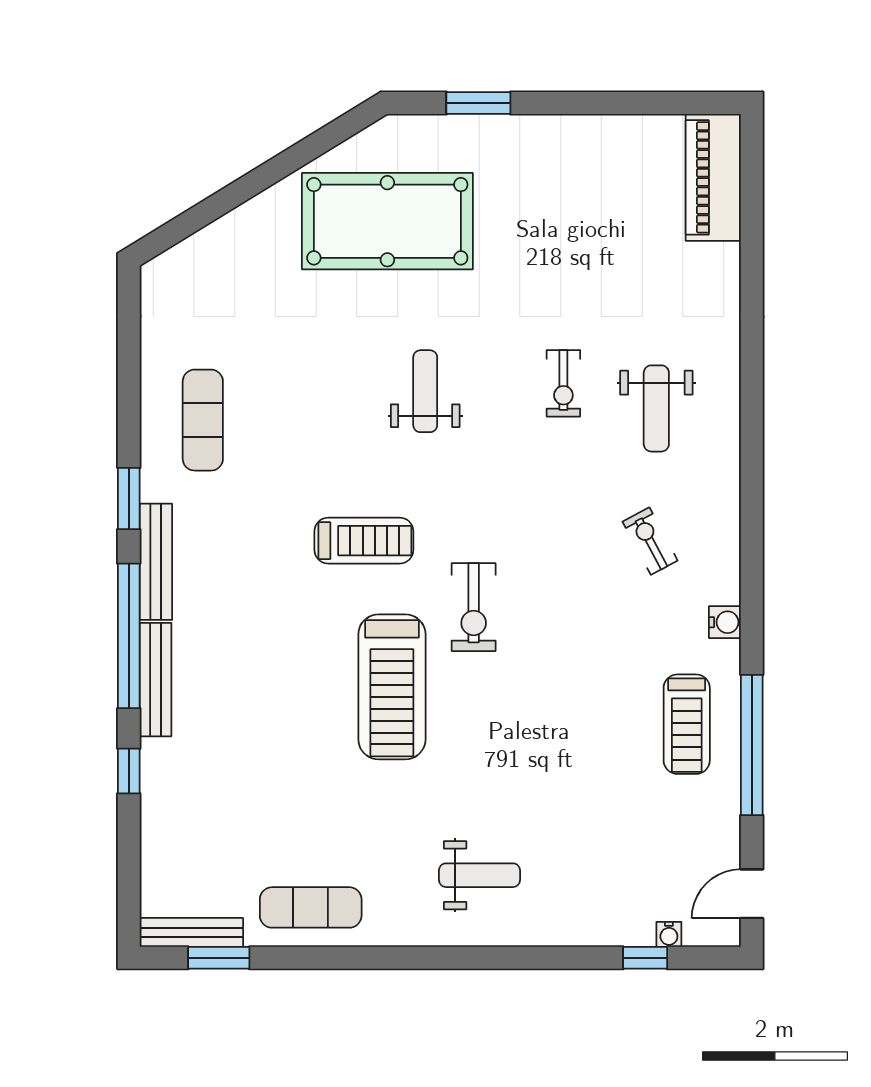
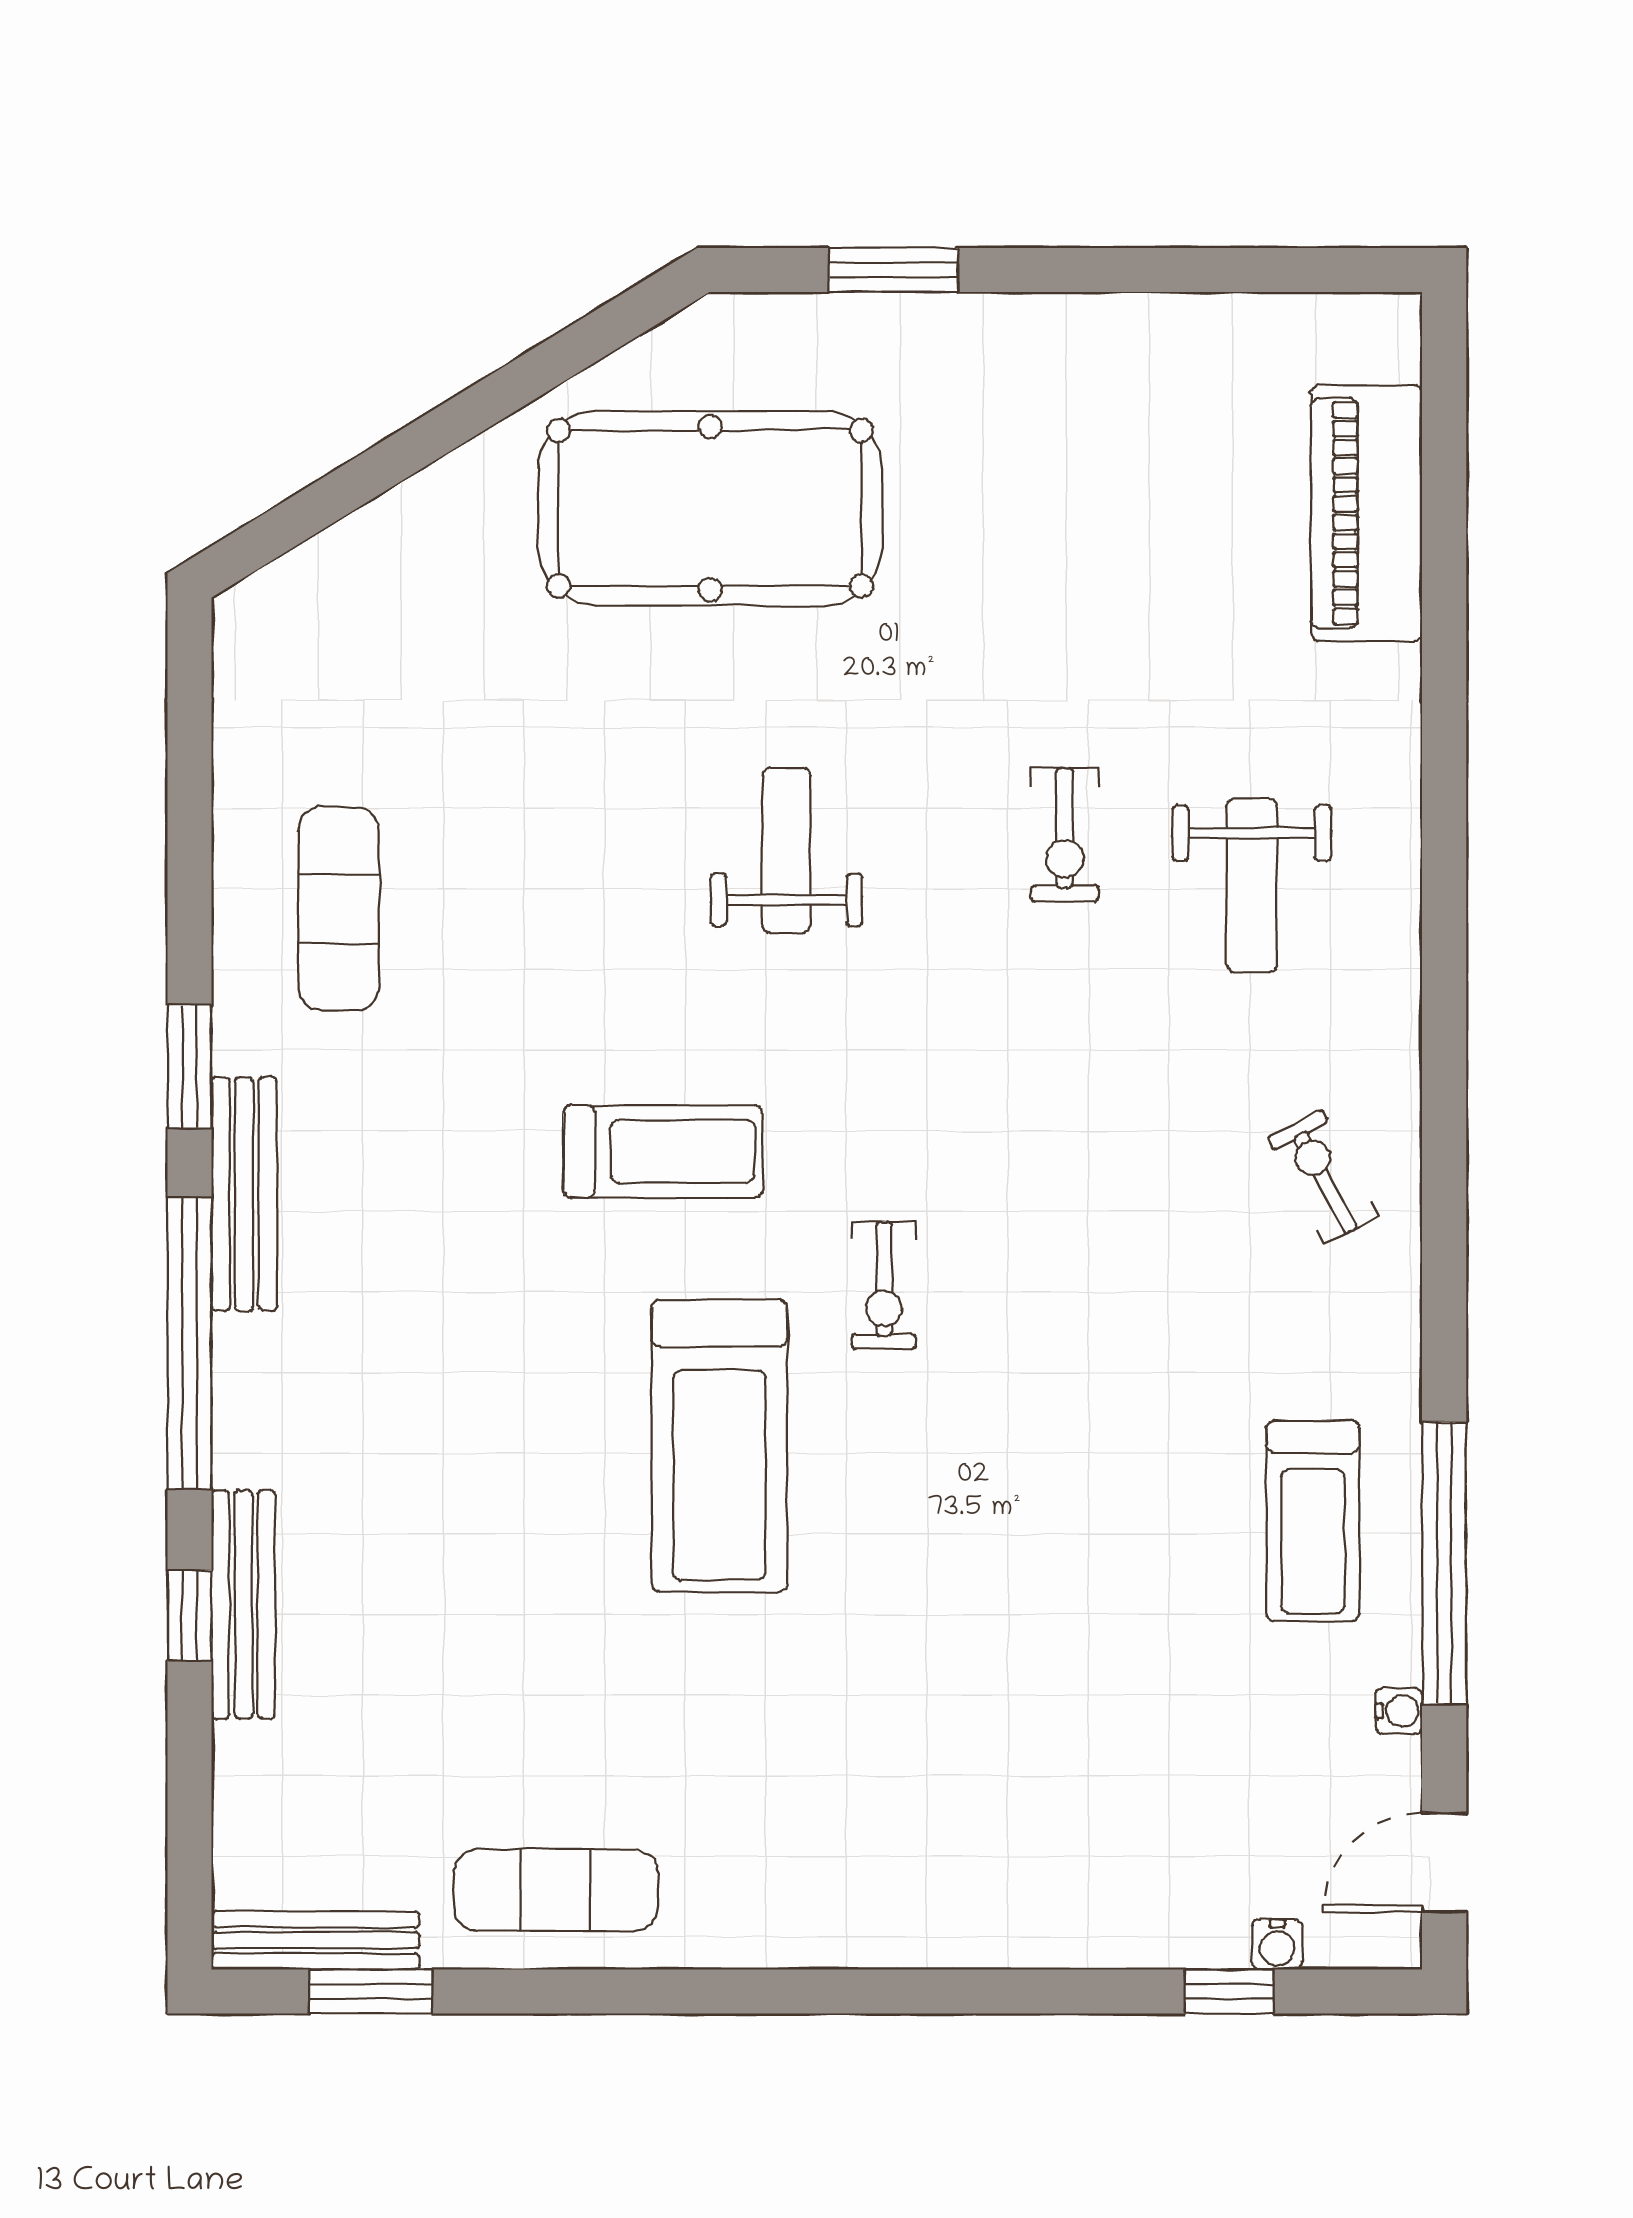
piano: (713, 177) -> (1367, 513), moved
exercise bike: (650, 541) -> (1323, 1177), moved
exercise bike: (474, 607) -> (884, 1285), width x0.73, depth x0.72
water cooler: (725, 622) -> (1399, 1711), moved, width x0.72, depth x0.72
bench: (156, 680) -> (243, 1604), moved
weight bench: (479, 875) -> (896, 1825), removed

